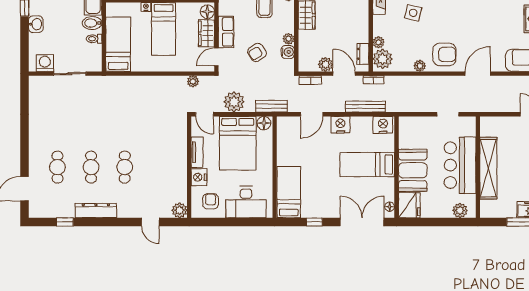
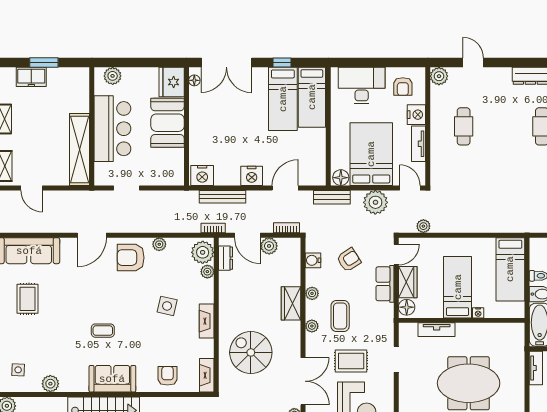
plant: (289, 39) -> (312, 293), moved
bed: (367, 165) -> (283, 99), moved, turned 90
cafe table: (125, 167) -> (464, 126), moved
shelving: (488, 168) -> (80, 149), moved

